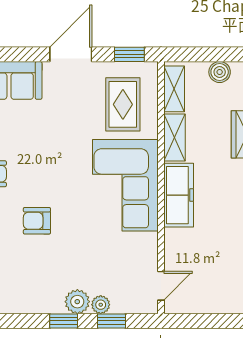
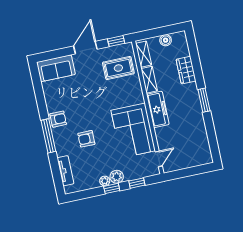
rug: (123, 104) -> (118, 68), turned 90
corner sofa: (125, 185) -> (133, 130), moved
plant: (101, 305) -> (105, 181), moved

